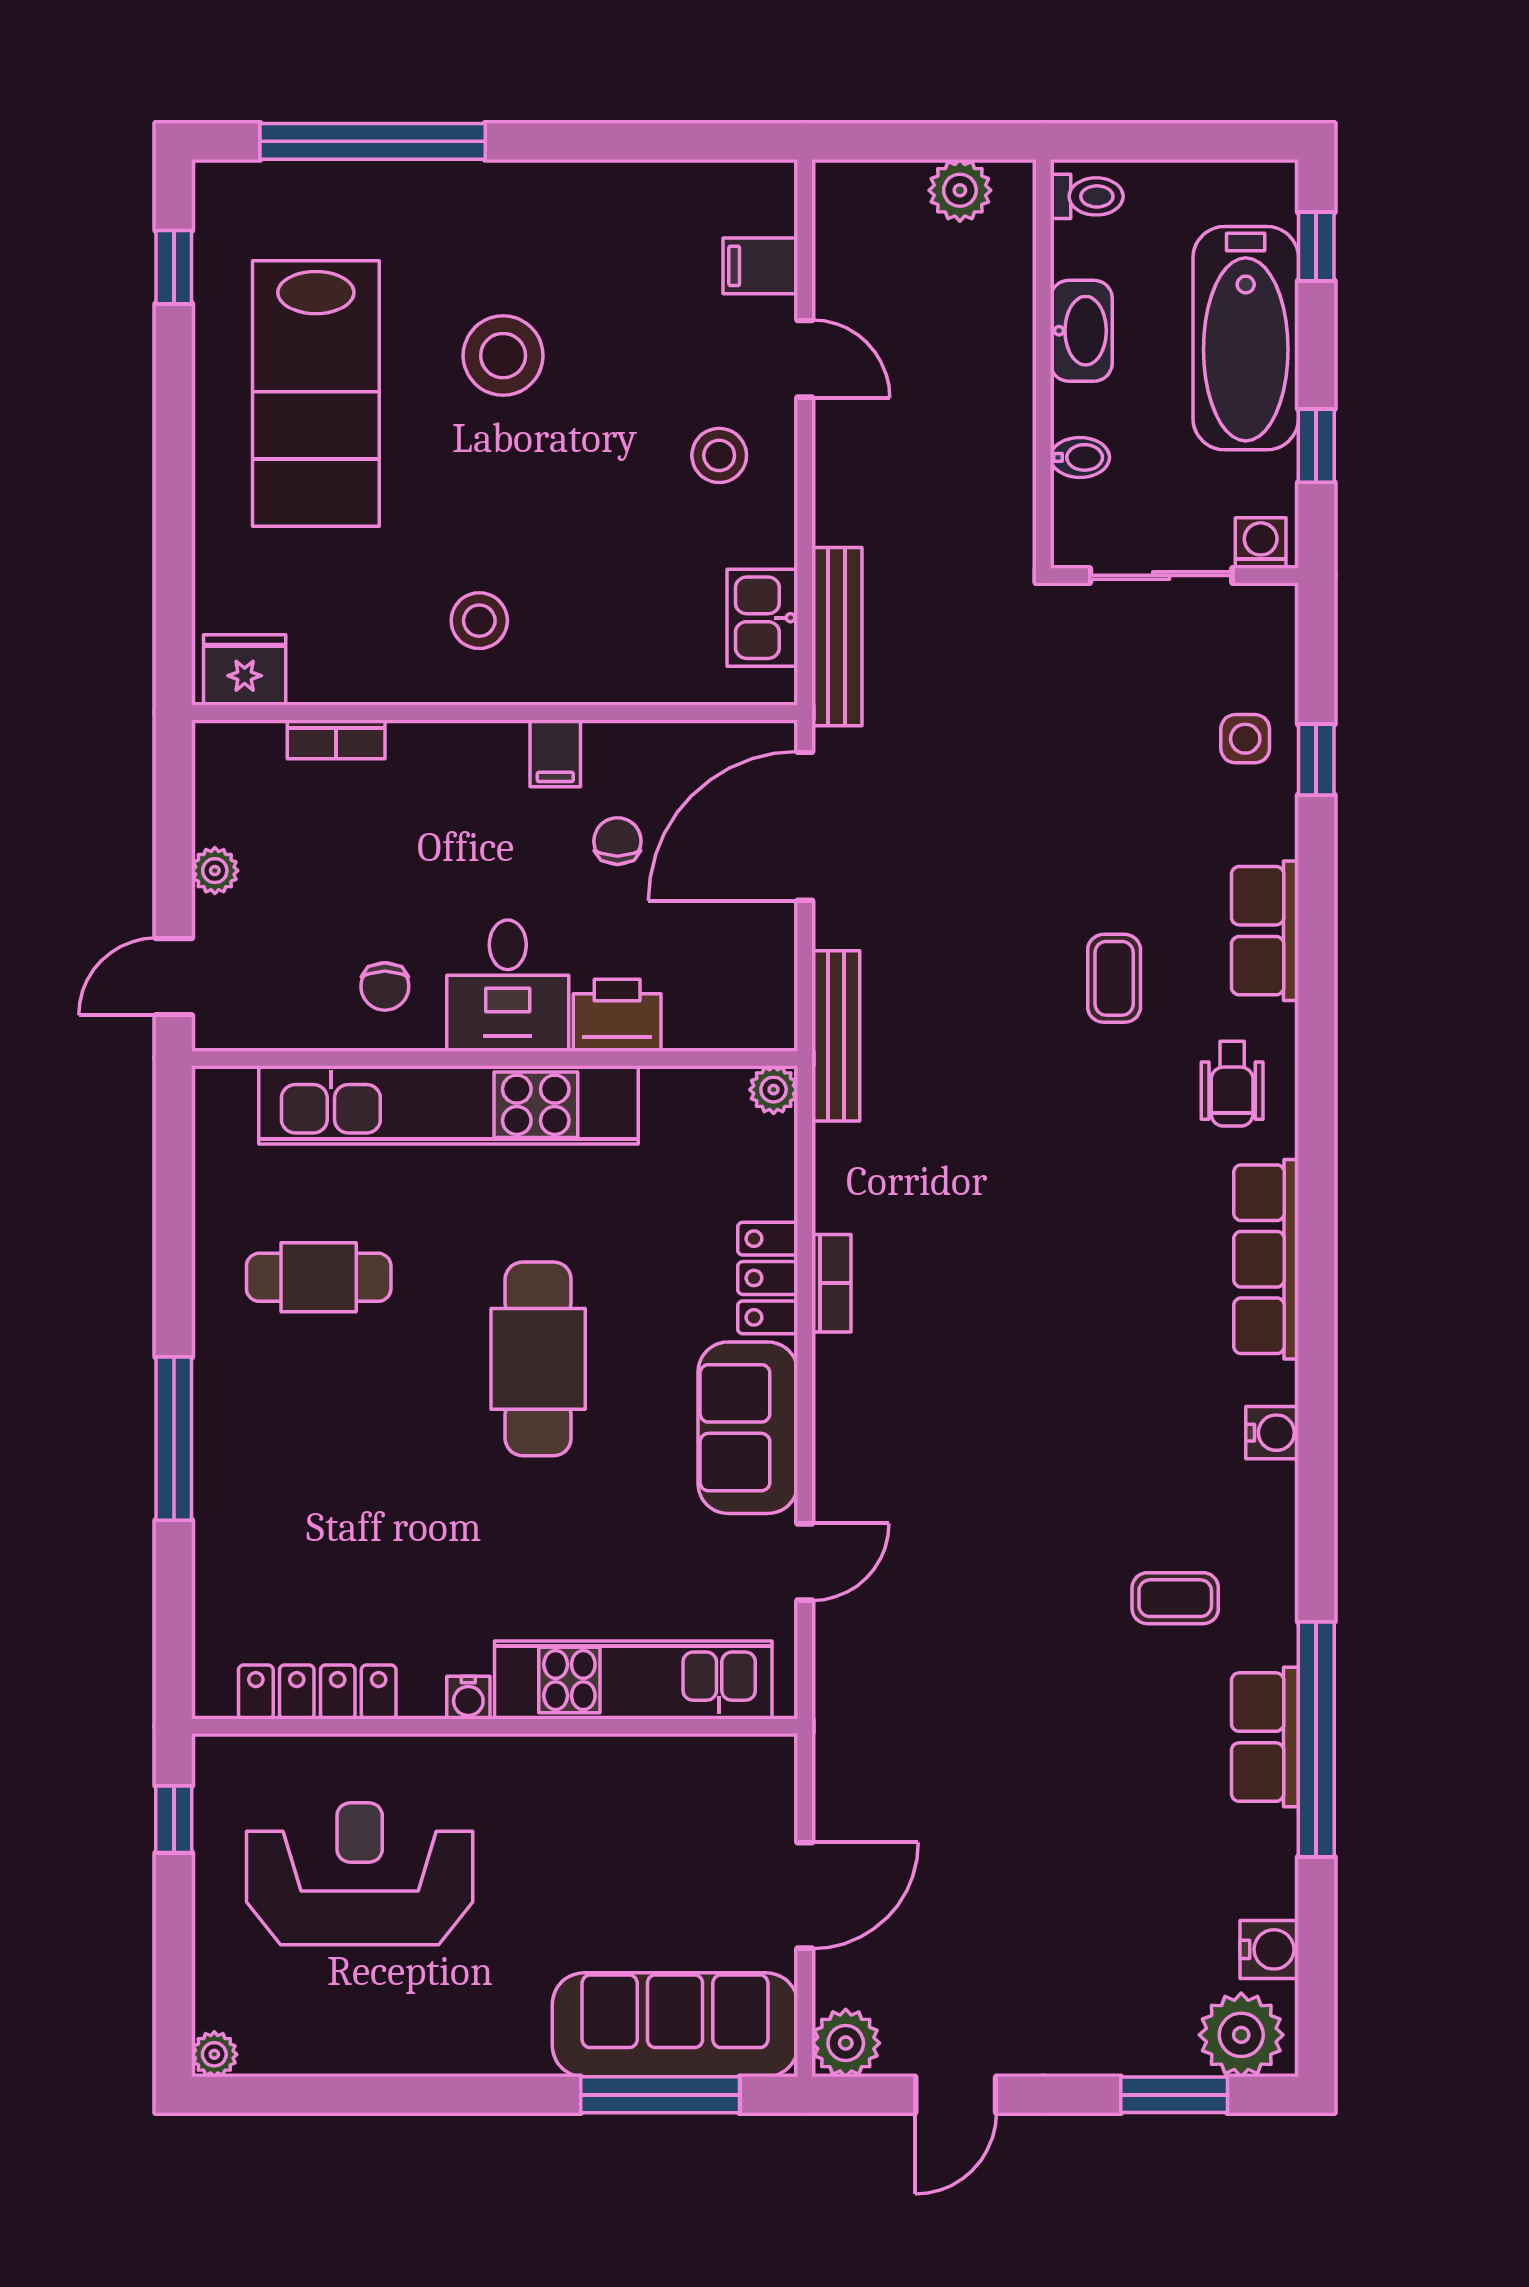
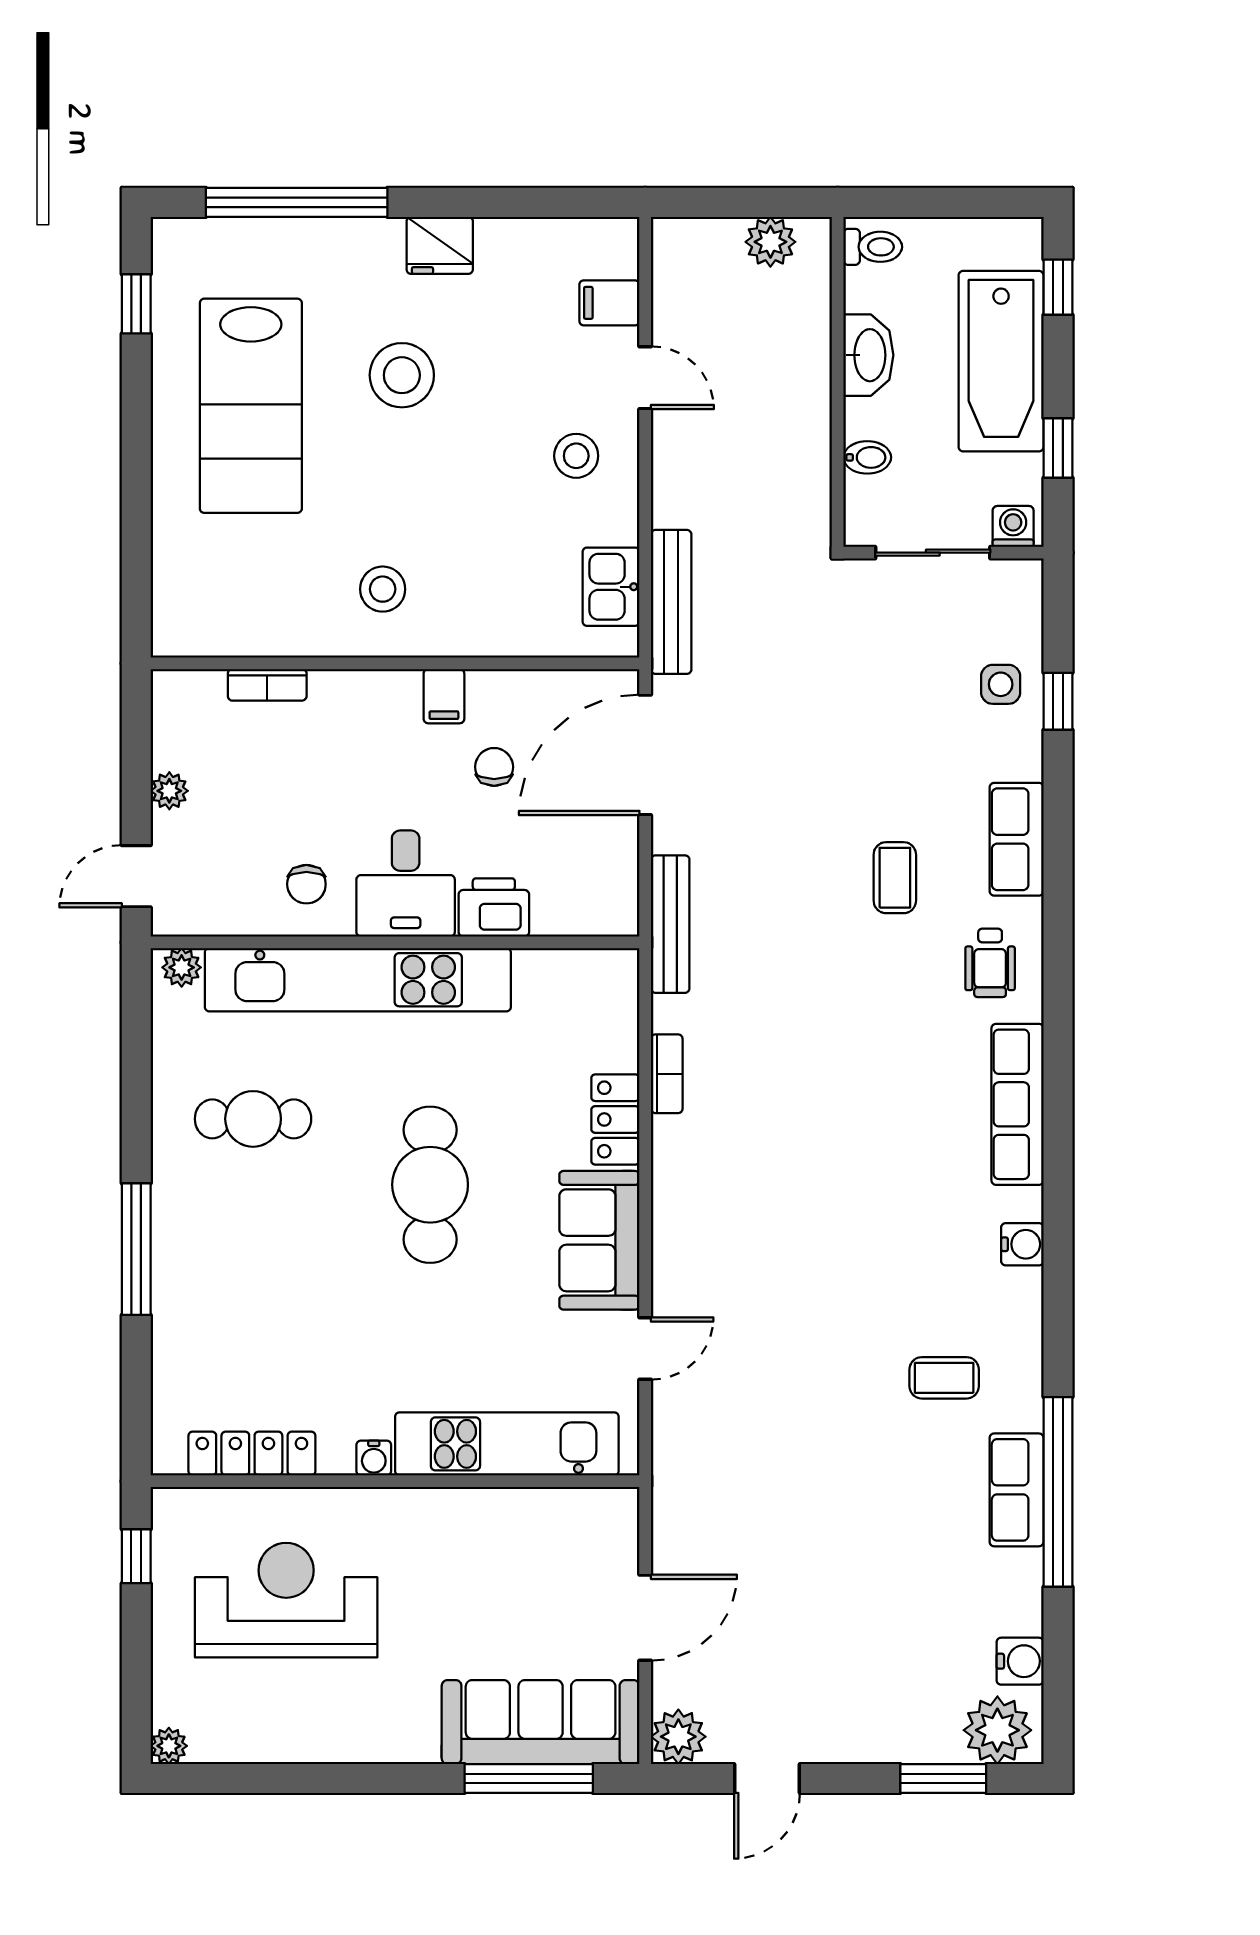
fridge: (245, 670) -> (440, 245), moved, turned 180
plant: (774, 1090) -> (182, 967), moved
bookcase: (831, 1283) -> (667, 1074), moved

